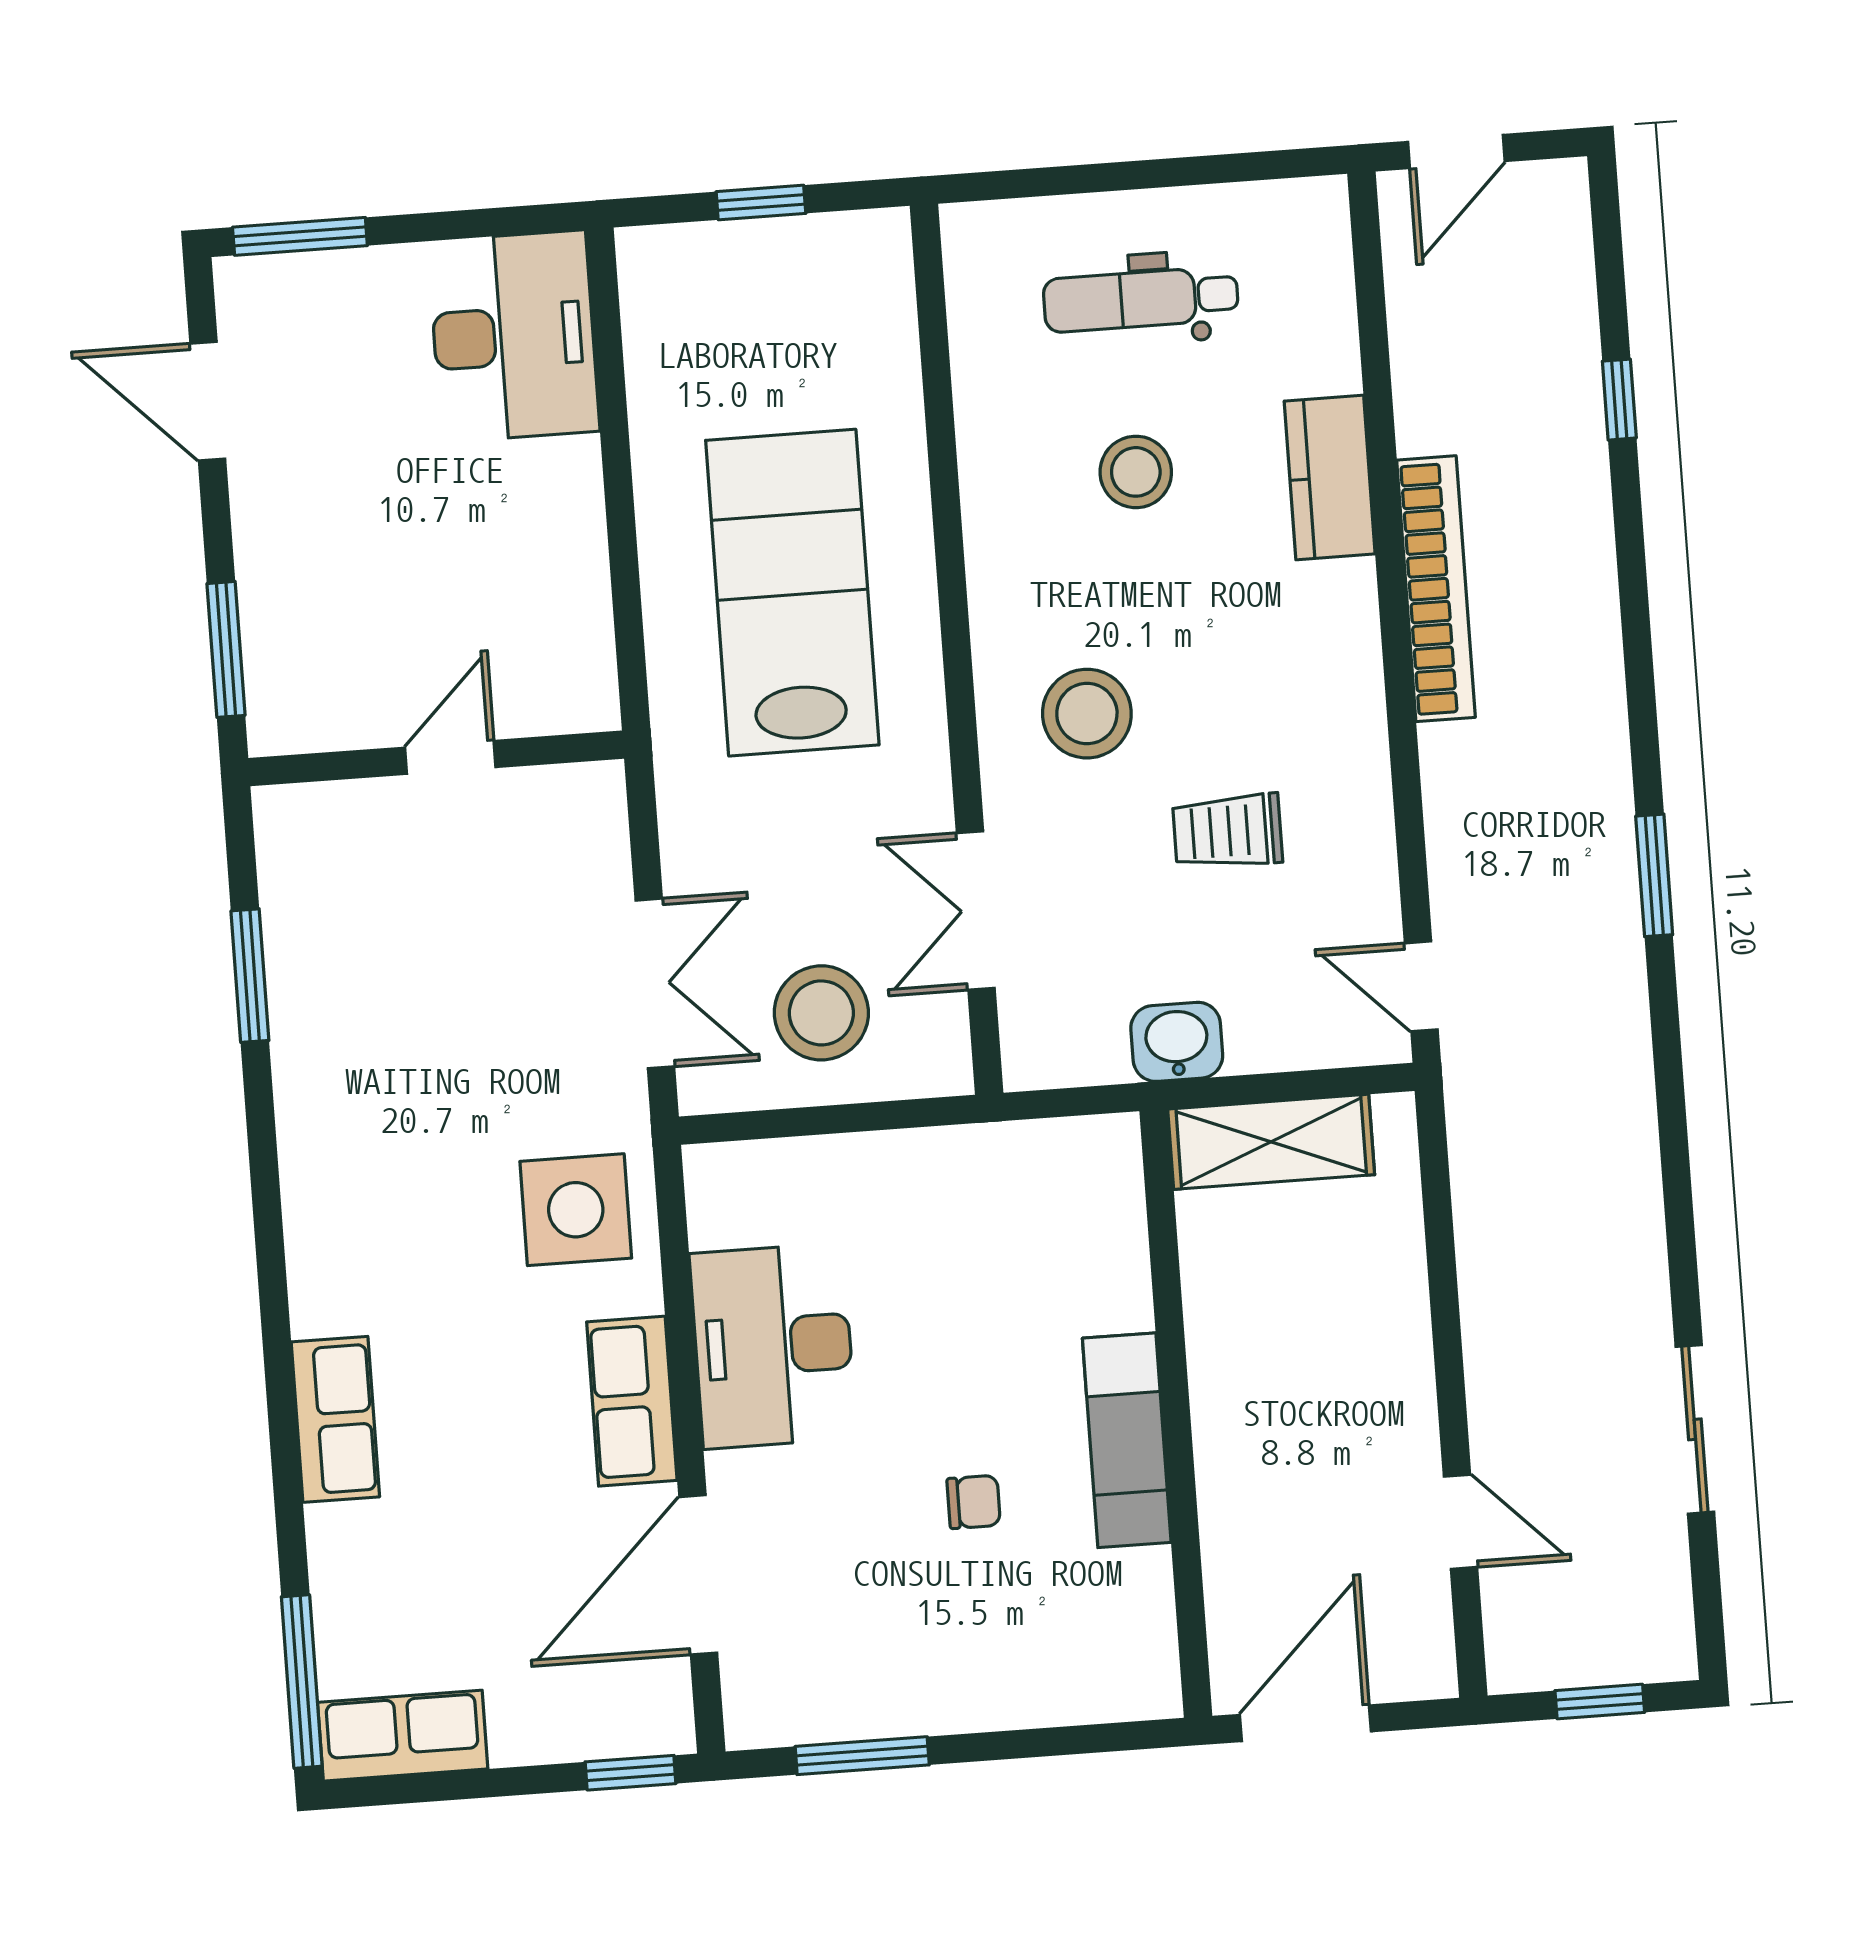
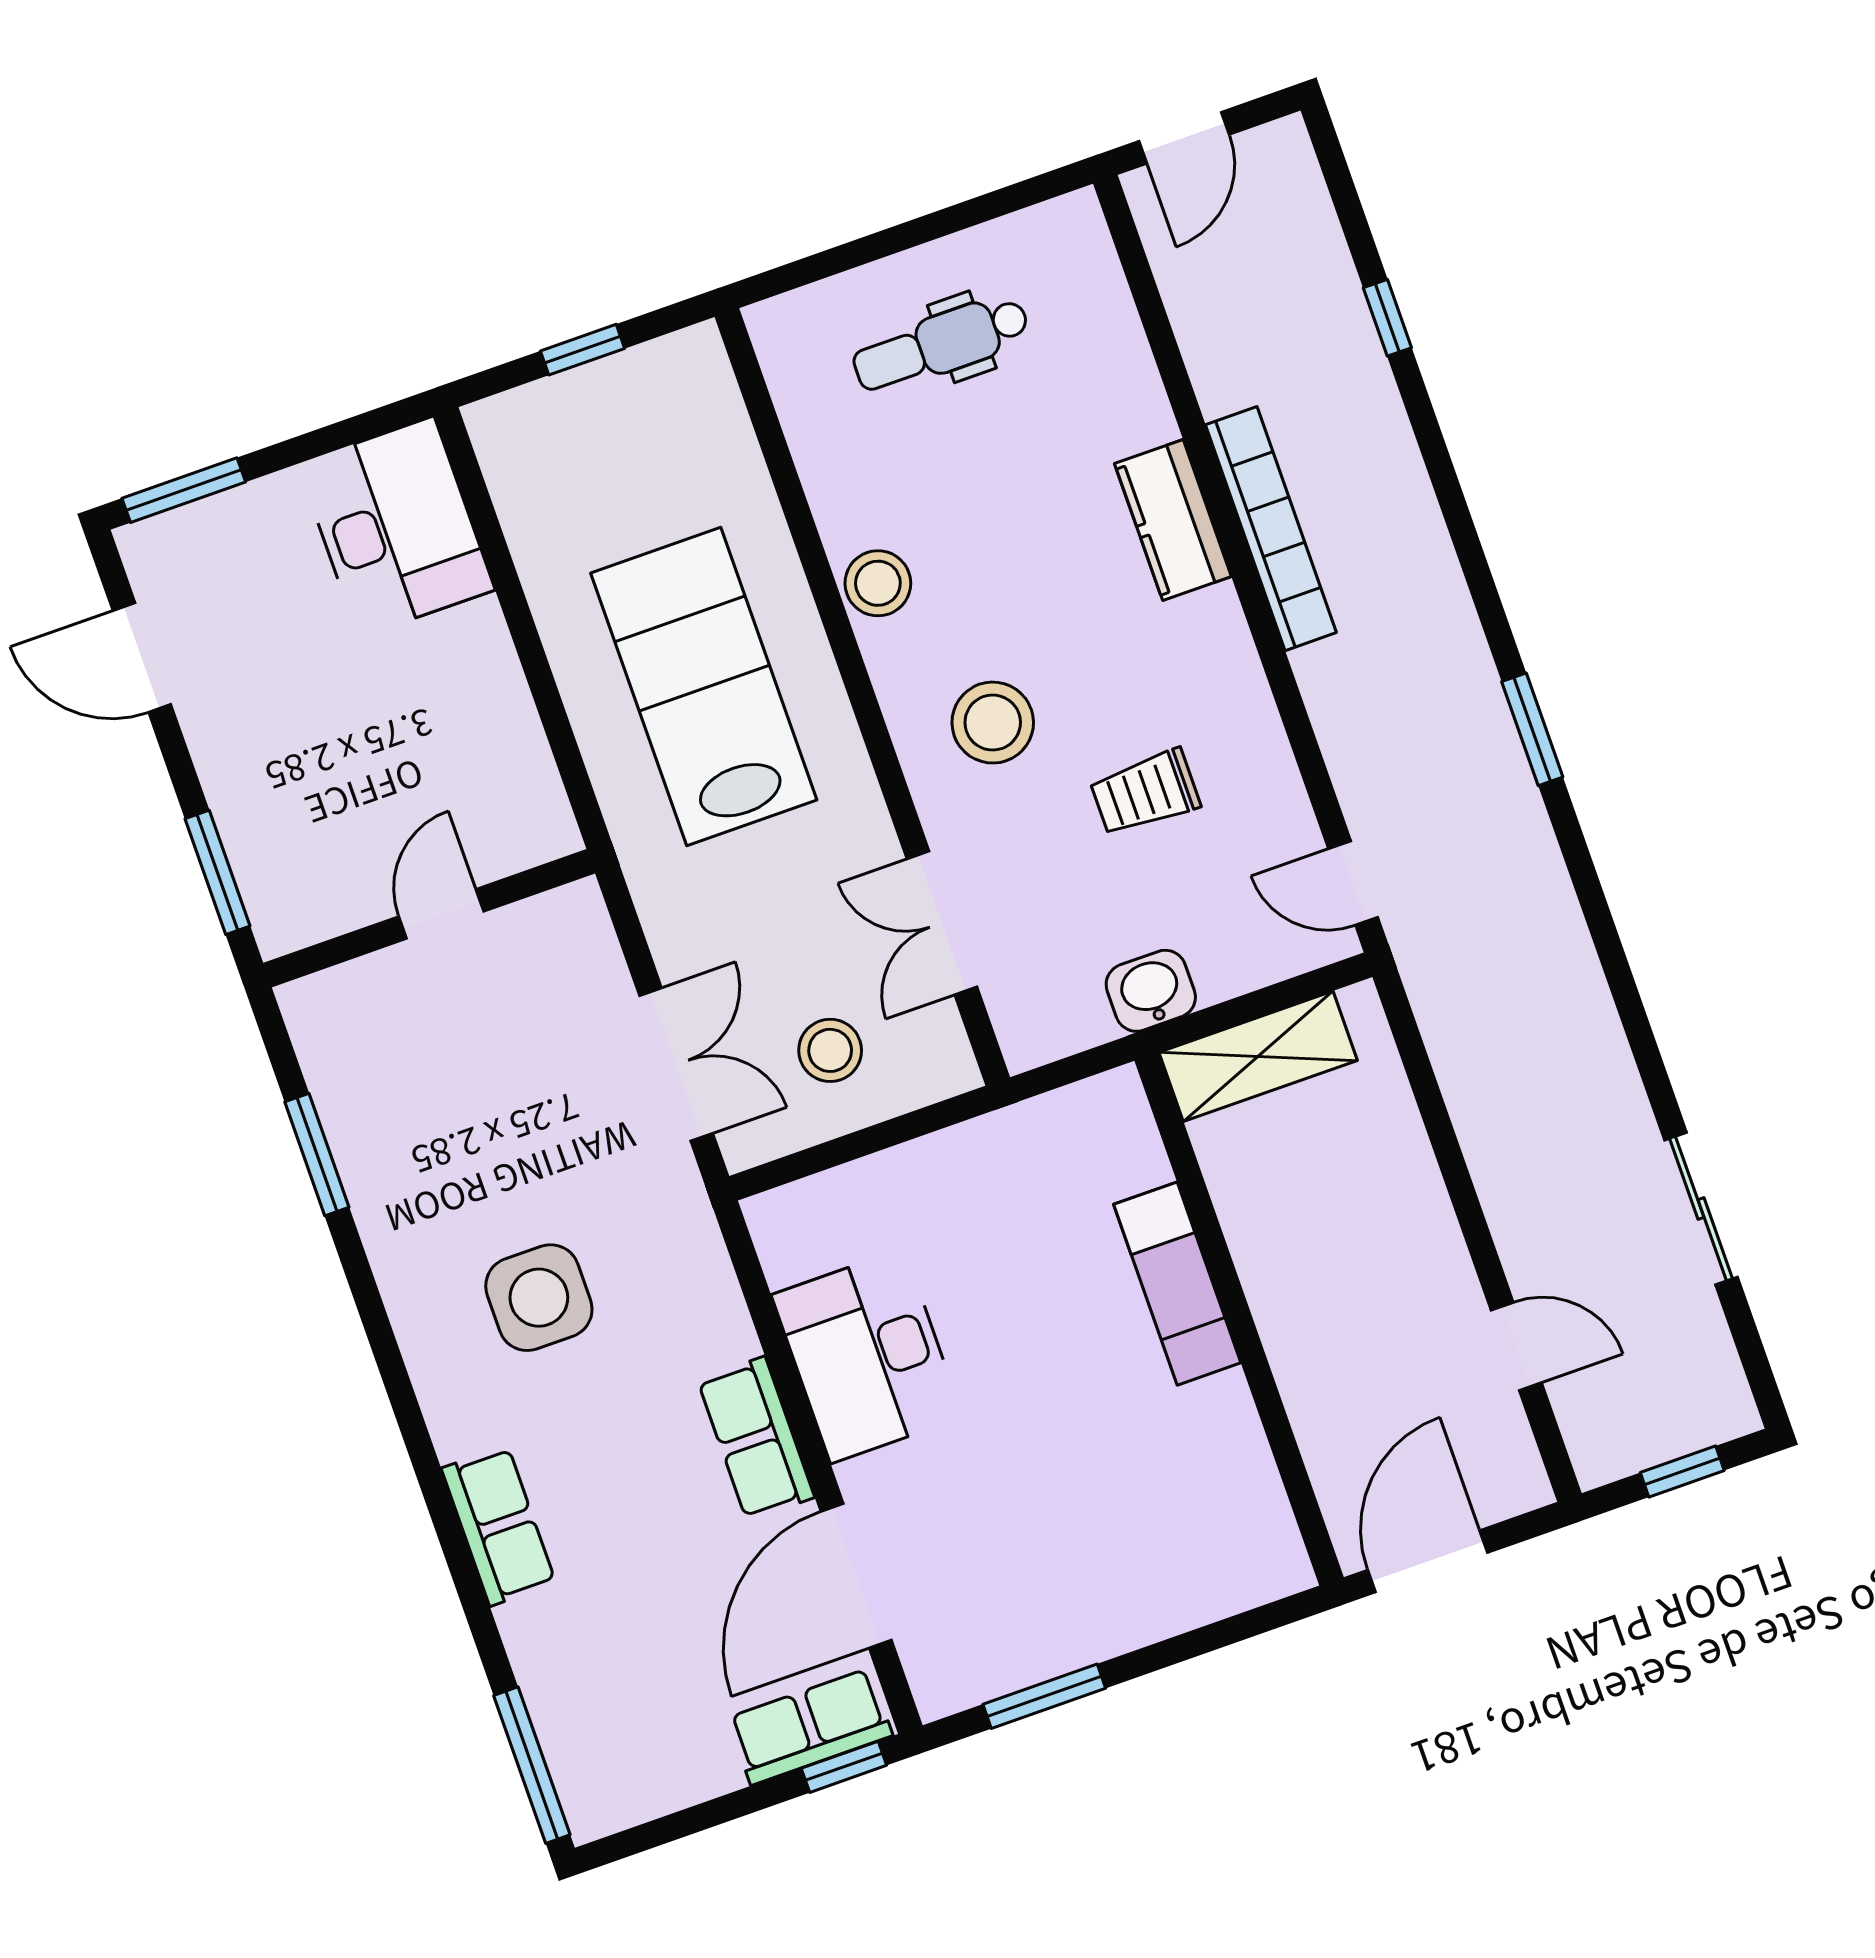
stool: (1136, 472) -> (878, 583), moved
kitchen counter: (1330, 478) -> (1173, 520), moved
stool: (821, 1013) -> (830, 1050), width x0.73, depth x0.73
side table: (576, 1210) -> (539, 1298), moved
exam couch: (1127, 1440) -> (1177, 1284), moved
chair: (974, 1502) -> (1082, 1446), removed
row of seats: (403, 1736) -> (810, 1727), moved

